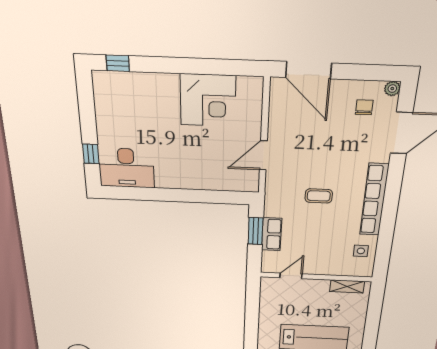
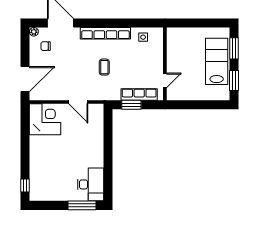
corner desk: (208, 100) -> (45, 119), moved
window: (91, 154) -> (82, 205), width x2.17
row of seats: (272, 234) -> (139, 94), width x1.48
door: (291, 276) -> (165, 80), swing flipped
shelving: (347, 286) -> (171, 43), removed

